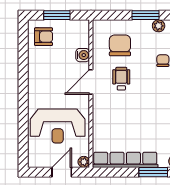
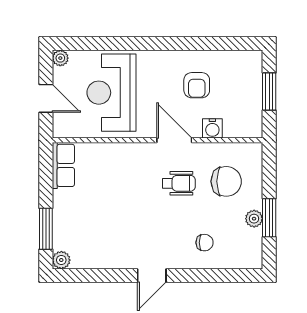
plant: (159, 26) -> (254, 219), moved
armchair: (44, 37) -> (197, 85), moved
row of seats: (125, 160) -> (63, 165), width x0.50
plant: (84, 162) -> (60, 58), moved

